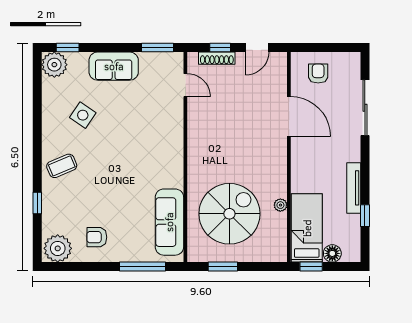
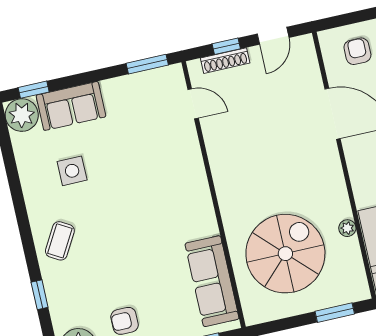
sofa: (114, 66) -> (71, 106), moved
side table: (83, 115) -> (72, 171), turned -34
coffee table: (62, 166) -> (60, 241), turned -37
window: (223, 267) -> (335, 313), moved

